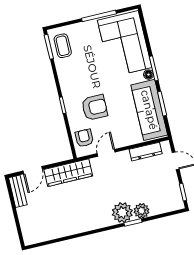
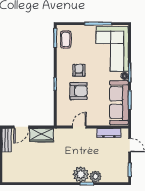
armchair: (84, 138) -> (79, 70), moved
wardrobe: (68, 173) -> (42, 135), width x0.67

